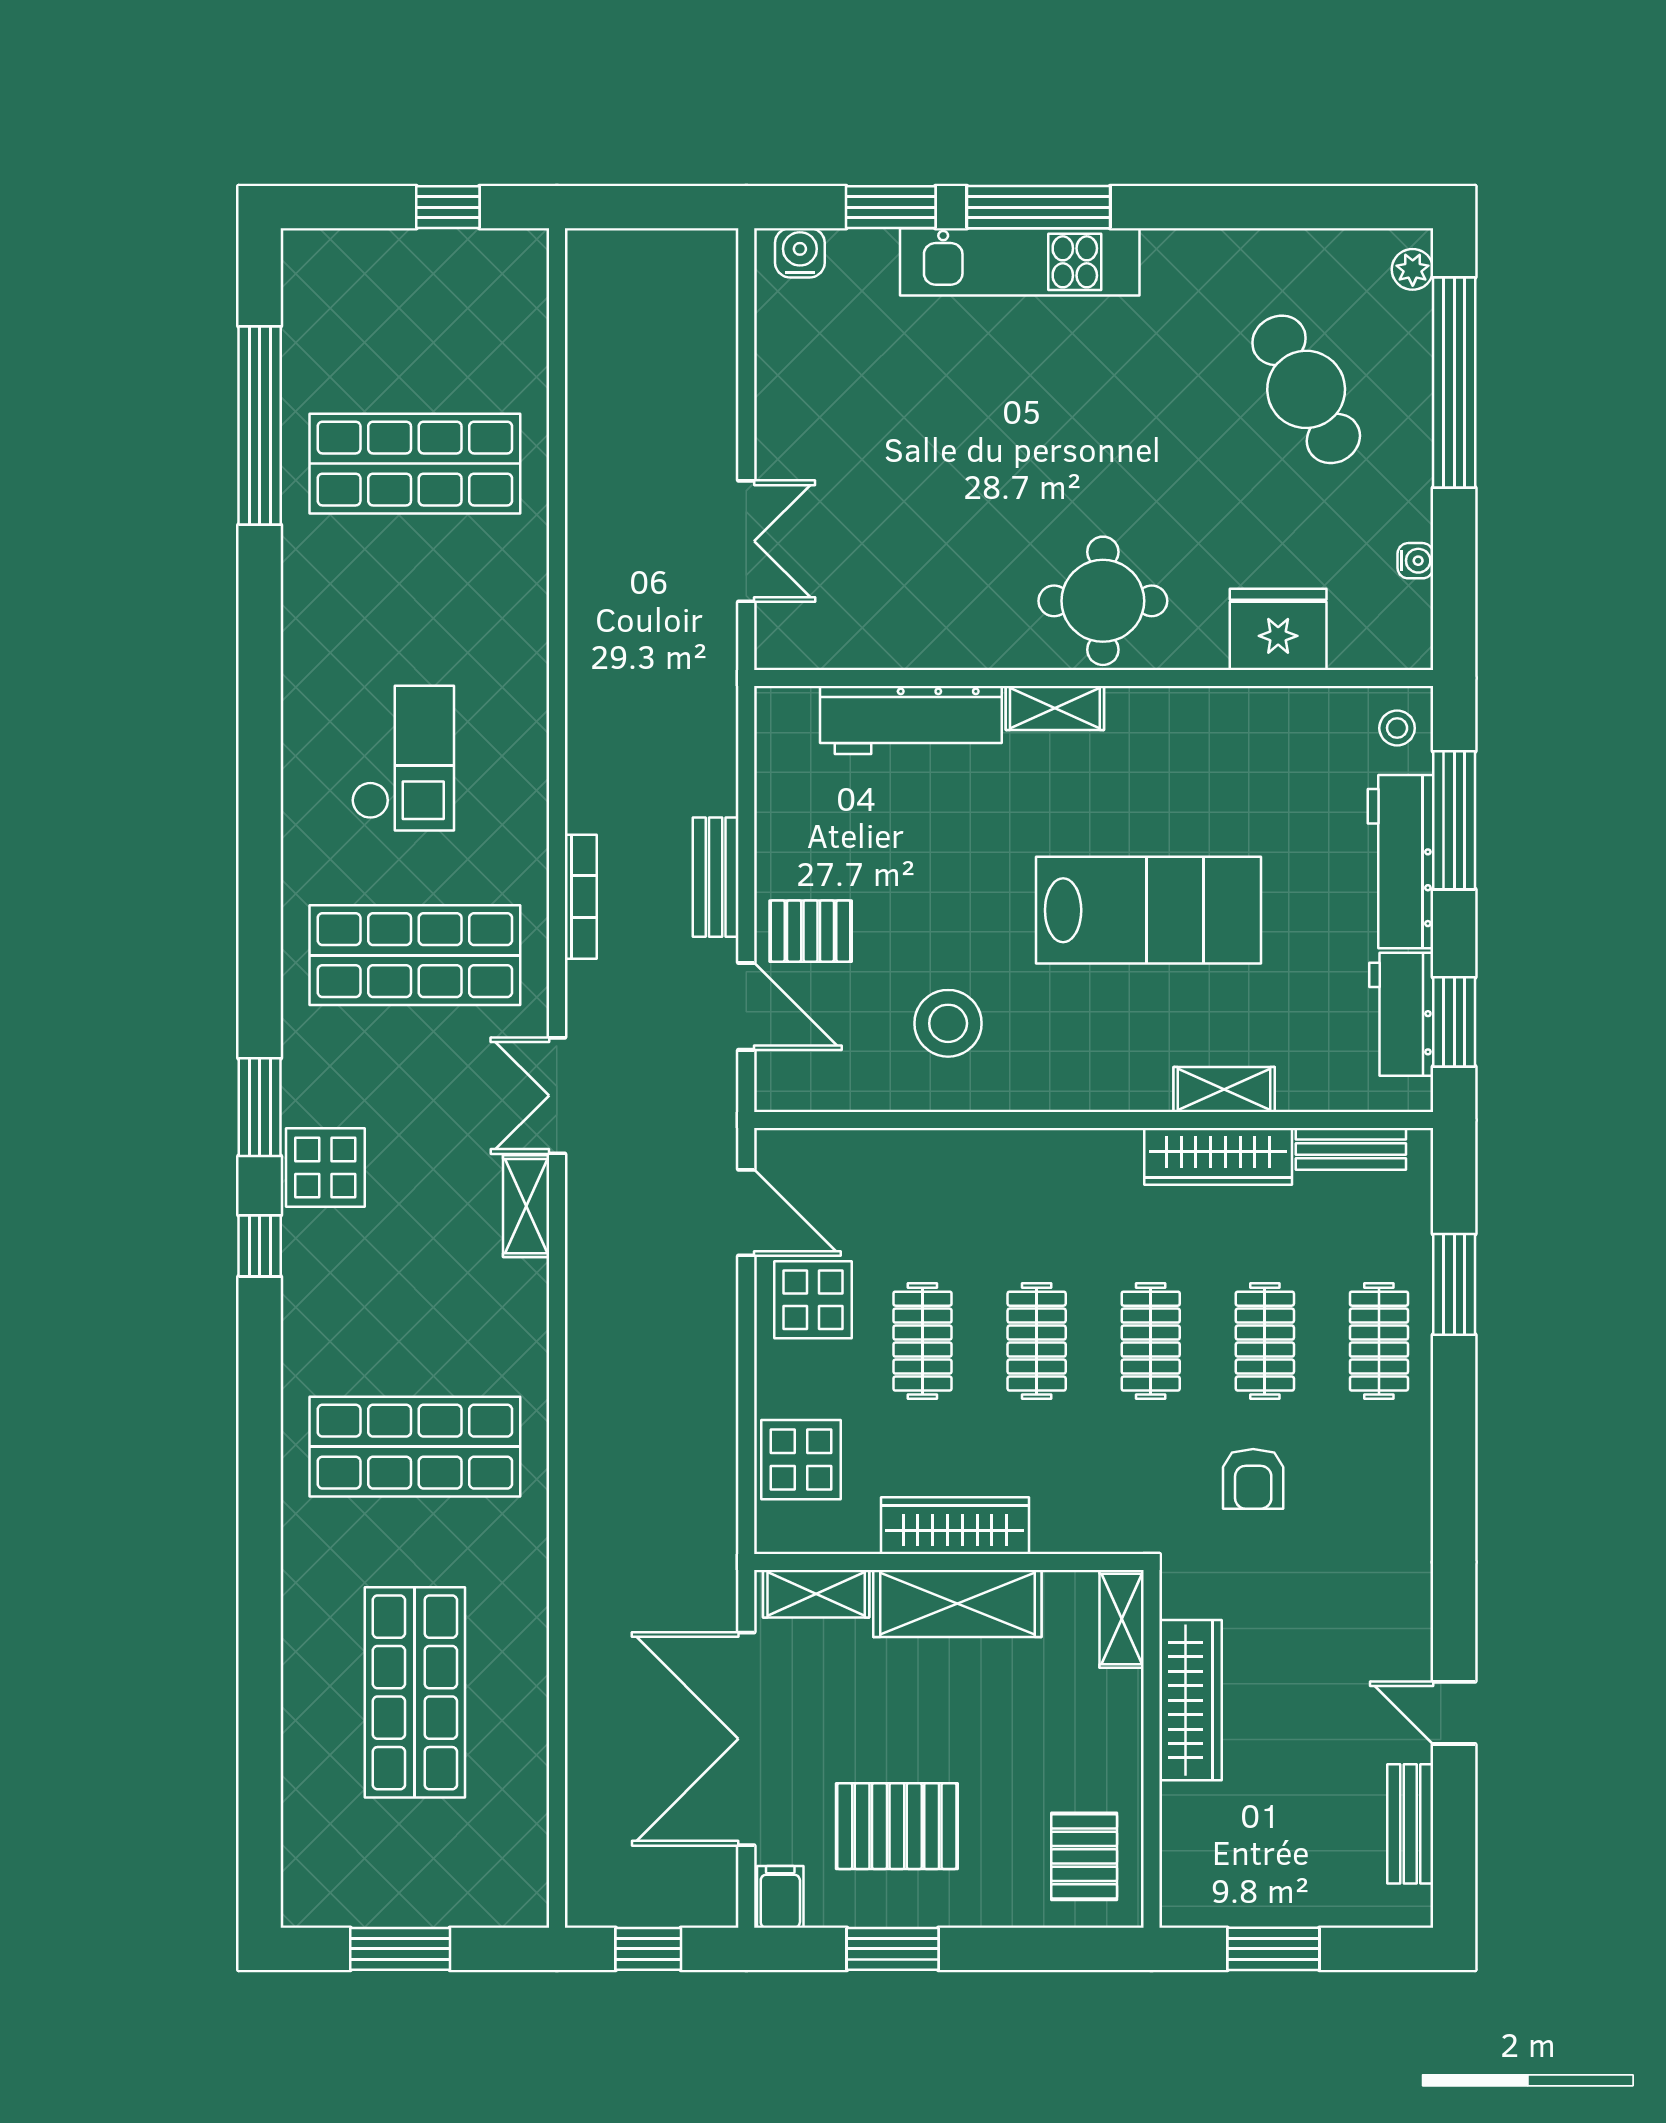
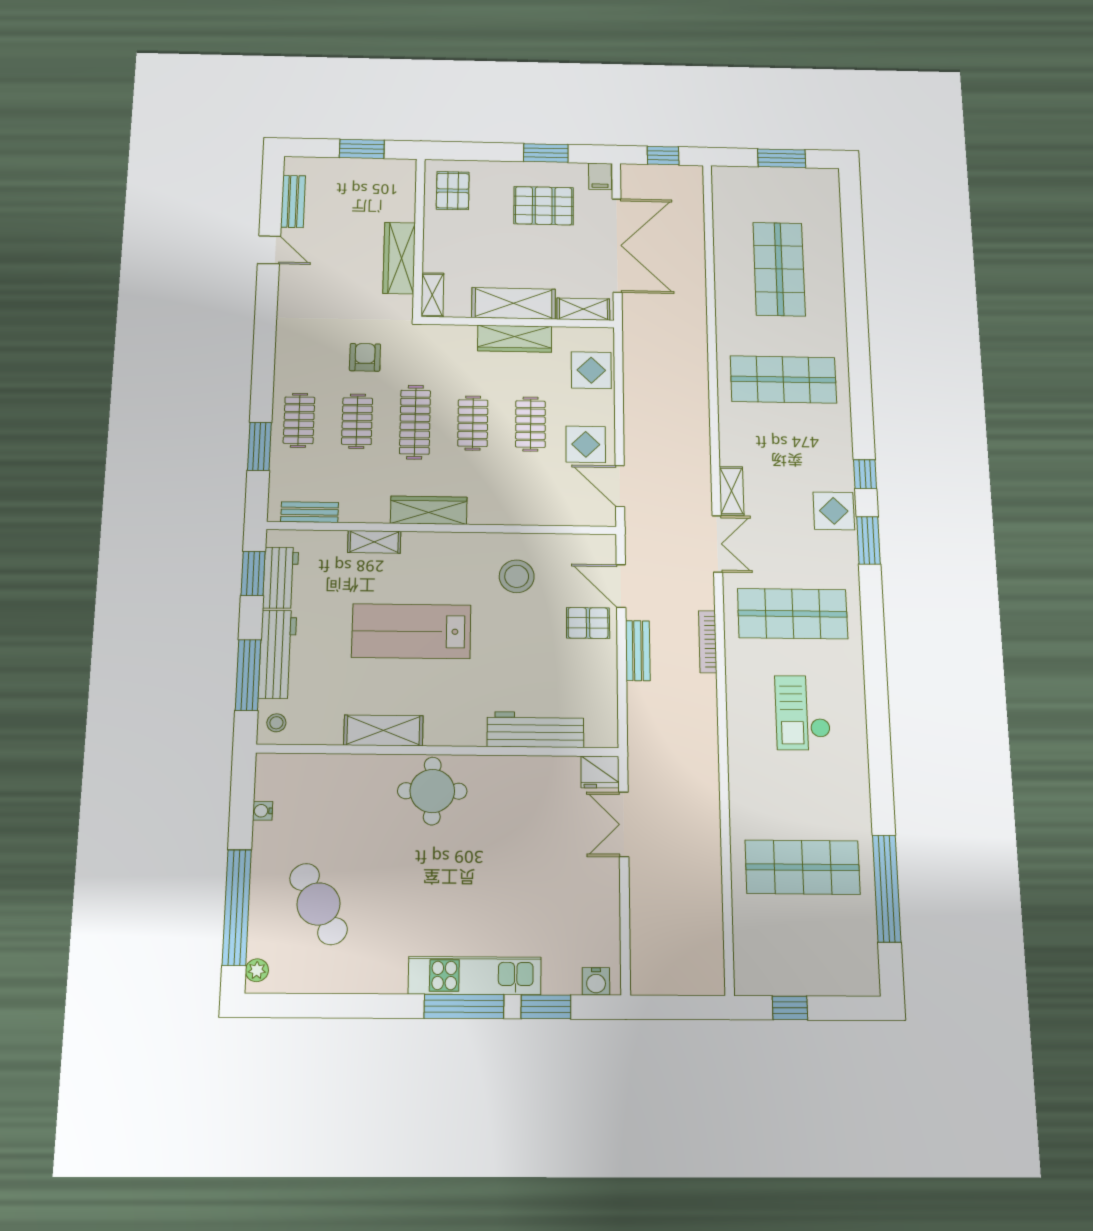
fridge: (1278, 629) -> (600, 772), moved, width x0.73, depth x0.75
shelving: (1055, 708) -> (383, 730), moved, width x1.50, depth x1.33
wardrobe: (1218, 1156) -> (429, 510), moved
clothes rail: (1151, 1341) -> (415, 422), width x1.36

